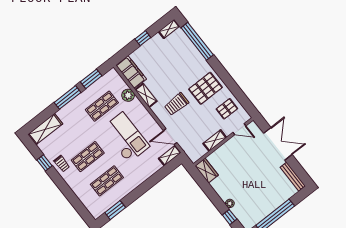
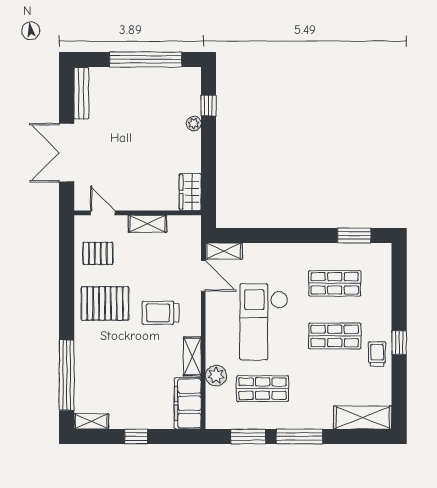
trolley: (176, 104) -> (160, 313), turned 180
window: (45, 163) -> (399, 343), moved

